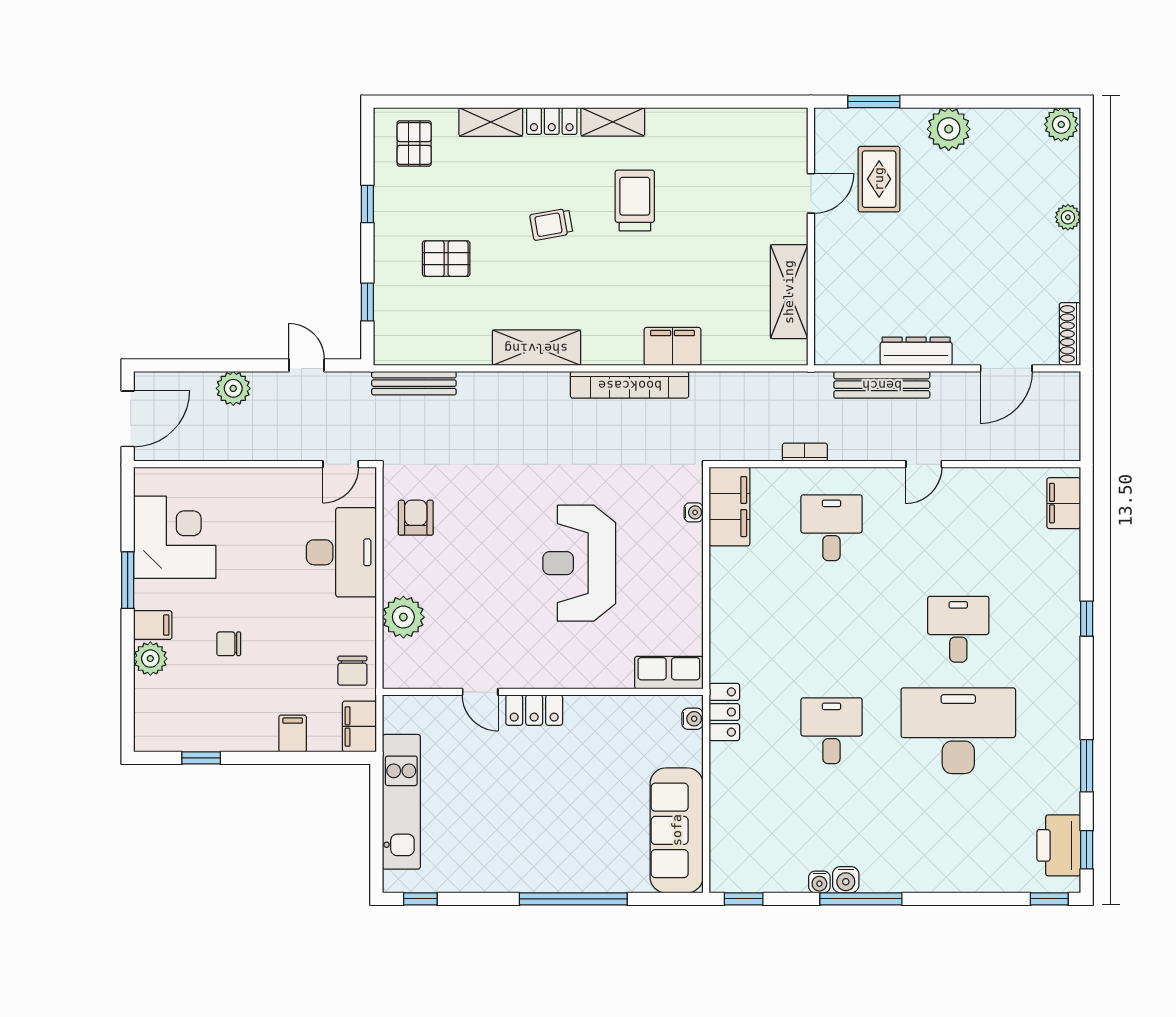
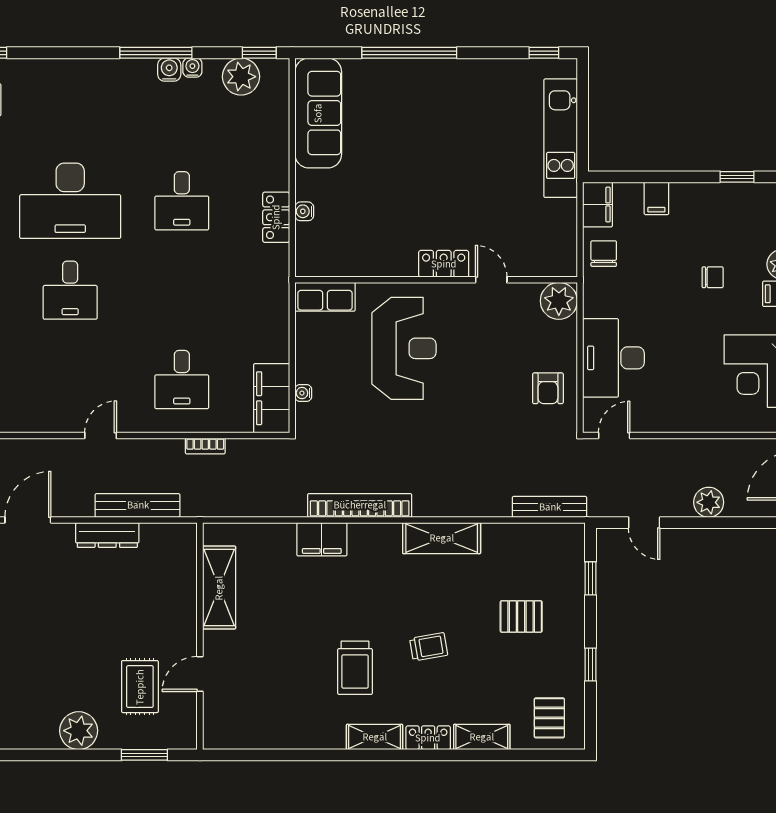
row of seats: (669, 673) -> (325, 297), moved
door: (480, 692) -> (491, 280), moved
wall: (543, 692) -> (436, 280), moved
locker: (534, 710) -> (444, 264), moved
plant: (764, 872) -> (241, 77), added

